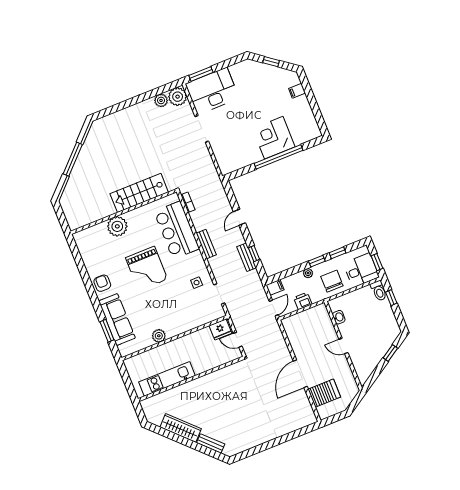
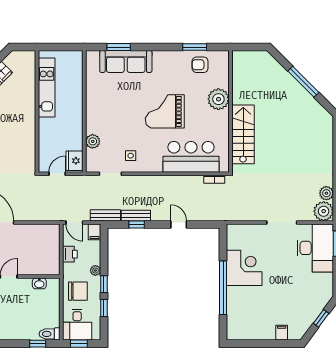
corner desk: (274, 138) -> (244, 268), moved
bench: (206, 244) -> (105, 215), moved
window: (81, 265) -> (195, 47), added
armchair: (102, 283) -> (200, 65), moved, turned 180
plant: (159, 336) -> (93, 141), moved

